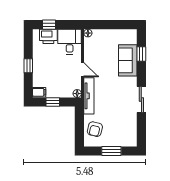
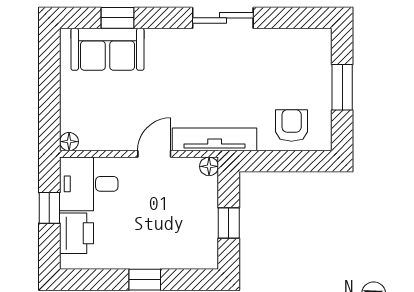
window: (49, 25) -> (49, 208), moved
sofa: (128, 60) -> (107, 49), moved
filing cabinet: (39, 92) -> (206, 254), removed
armchair: (95, 129) -> (292, 125), turned -103

